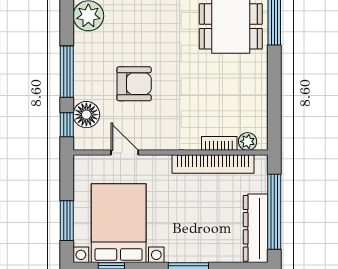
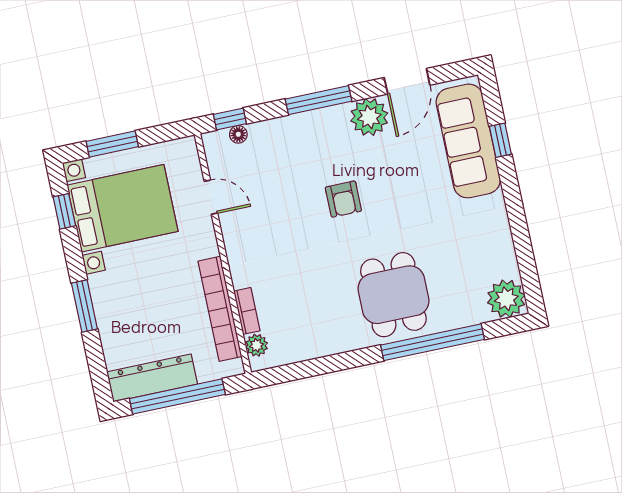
window: (67, 72) -> (319, 100), moved
armchair: (134, 84) -> (343, 199), moved, width x0.72, depth x0.72
floor lamp: (86, 115) -> (238, 134), width x0.53, depth x0.53
door: (125, 153) -> (211, 197), hinge flipped

